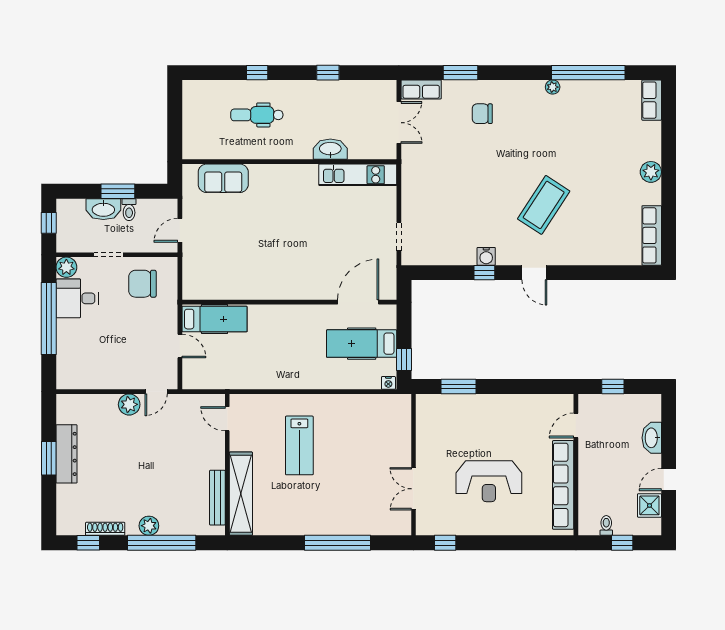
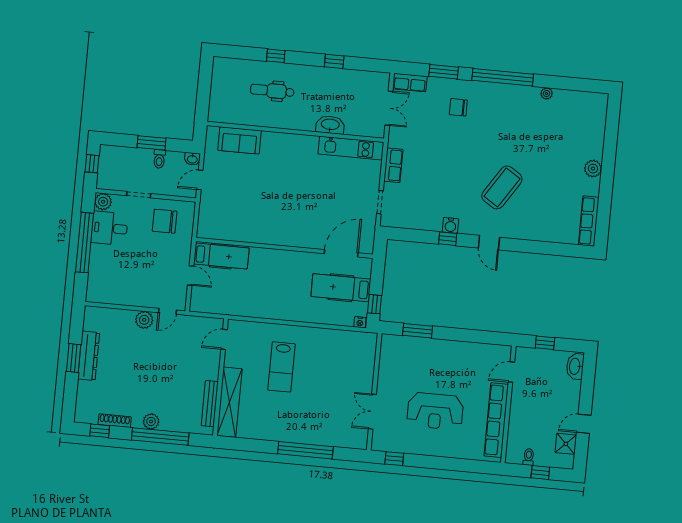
window: (588, 73) -> (503, 77), moved
plant: (553, 87) -> (547, 93), moved
row of seats: (652, 100) -> (393, 165), moved, turned 180
washbasin: (103, 209) -> (192, 159), moved, width x0.52, depth x0.69
door: (227, 419) -> (224, 339), hinge flipped
washbasin: (652, 438) -> (575, 366), moved

